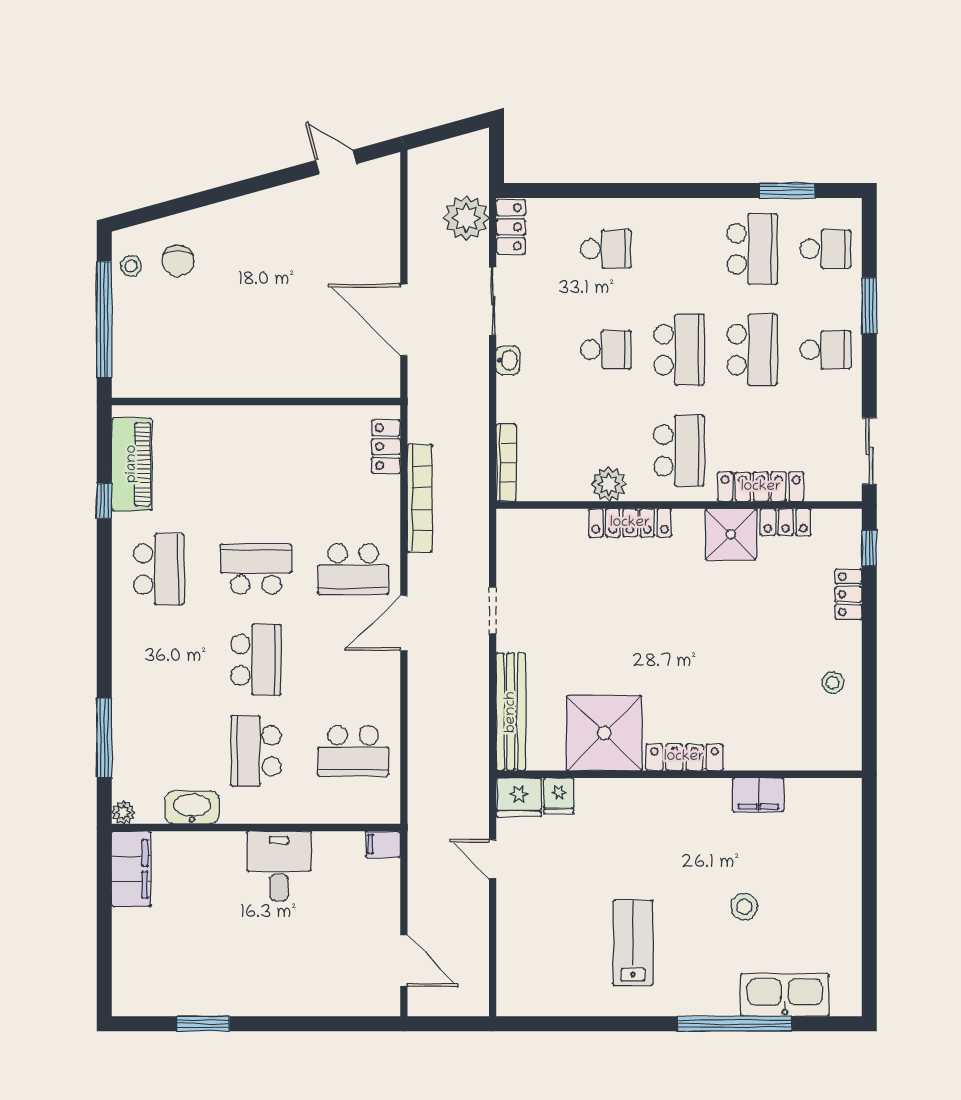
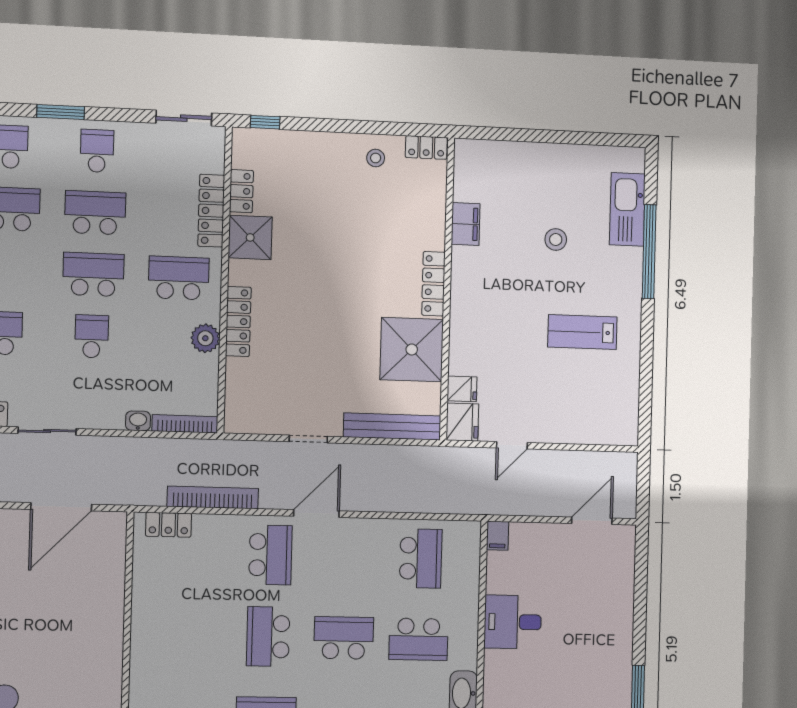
washbasin: (508, 360) -> (138, 421), moved
locker: (848, 594) -> (426, 147), moved
door: (404, 623) -> (316, 514), swing flipped

